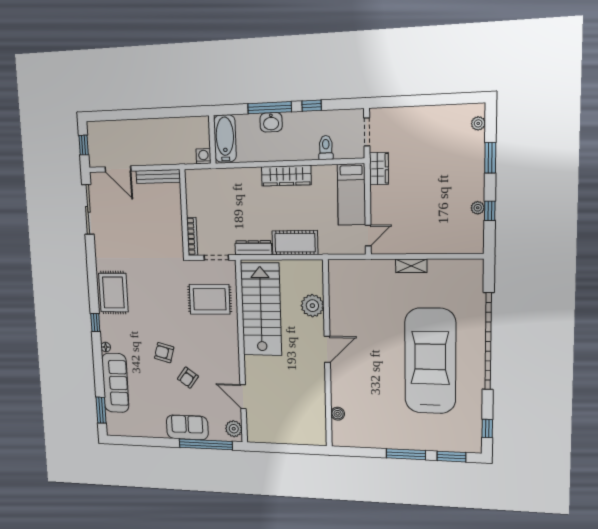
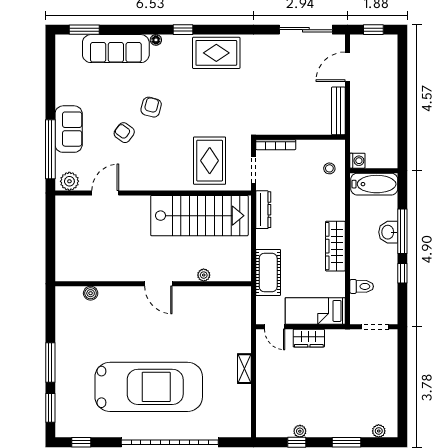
wardrobe: (379, 169) -> (309, 338), moved
stool: (212, 184) -> (329, 168), added
cot: (295, 243) -> (268, 272), moved
plant: (312, 306) -> (204, 275), width x0.53, depth x0.53

